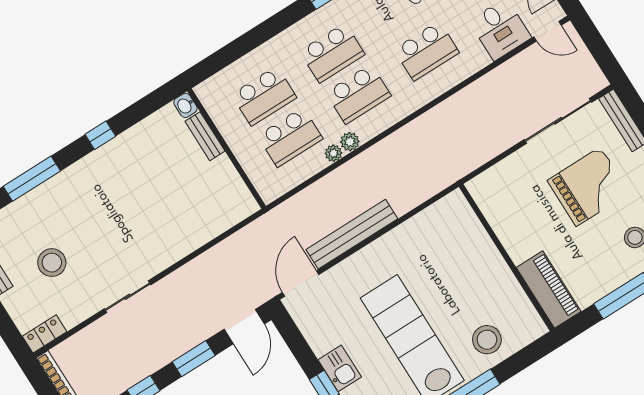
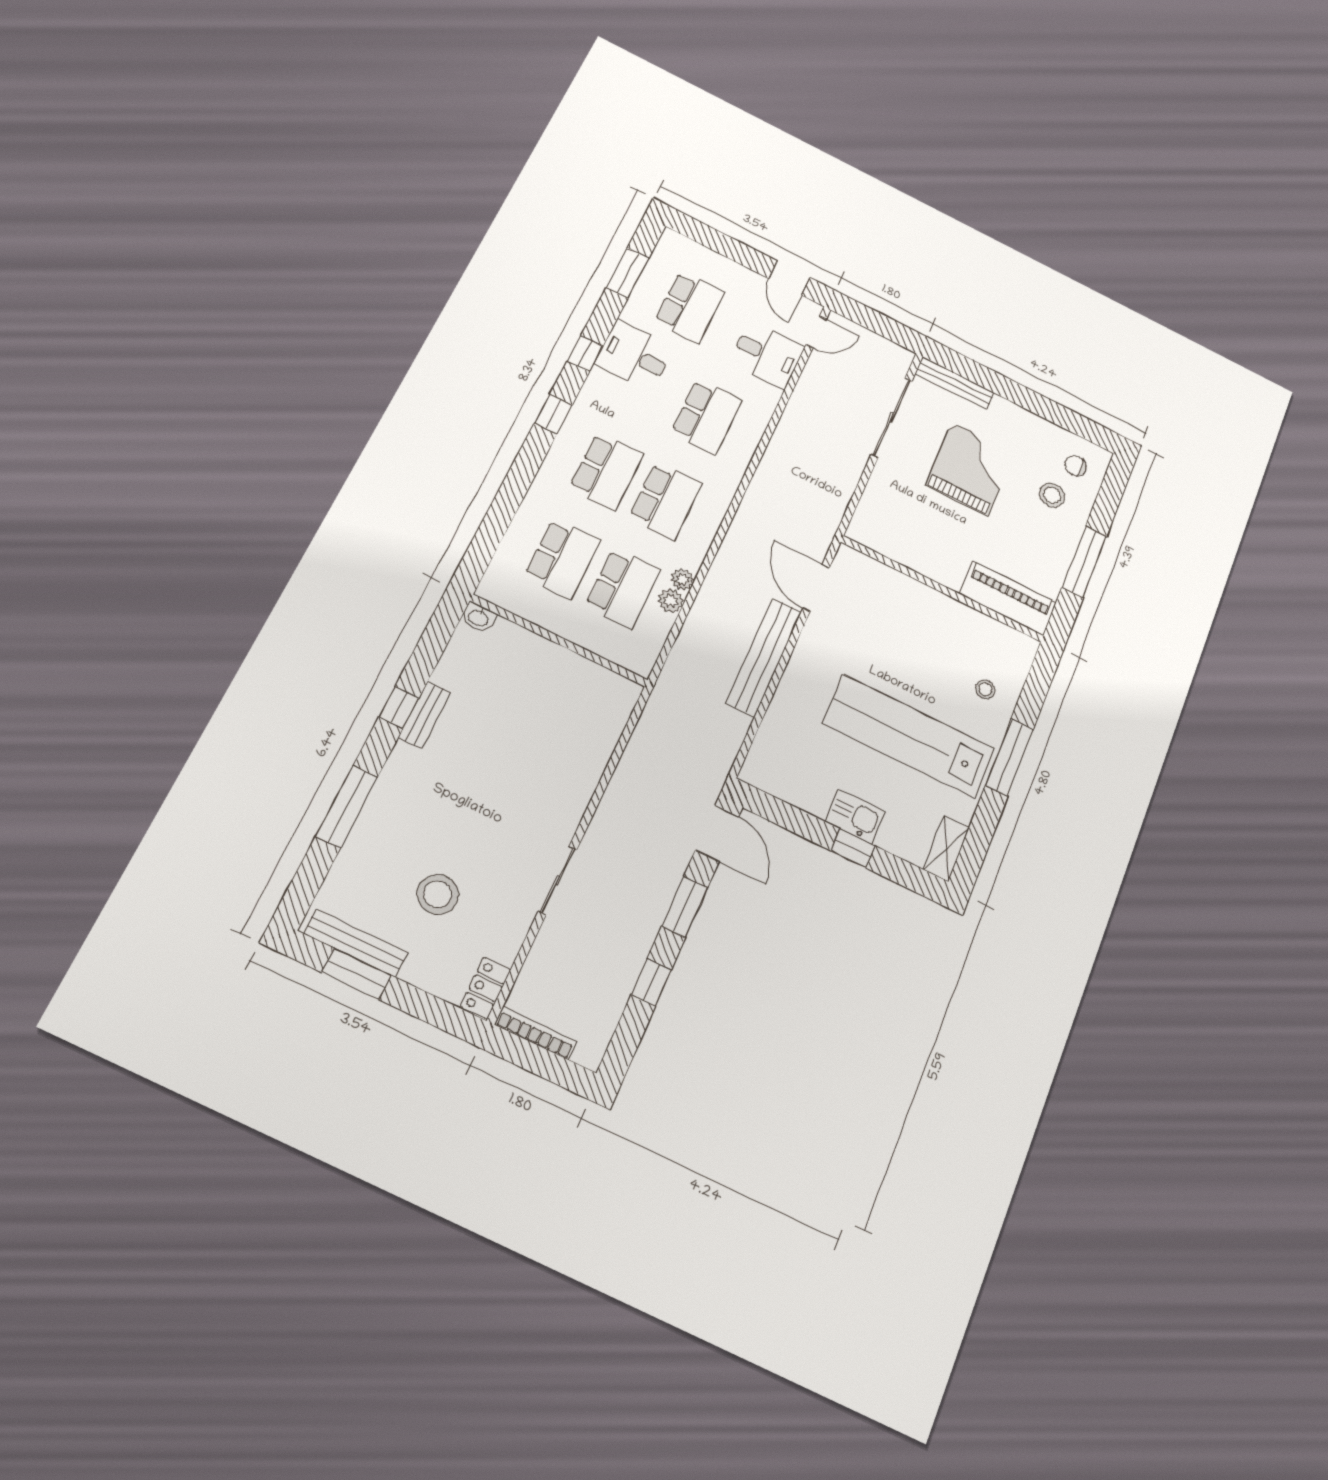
bench: (205, 136) -> (424, 715), moved, turned 90
plant: (350, 142) -> (671, 601), moved
door: (301, 284) -> (816, 588), moved
stool: (487, 340) -> (985, 689), width x0.53, depth x0.53

